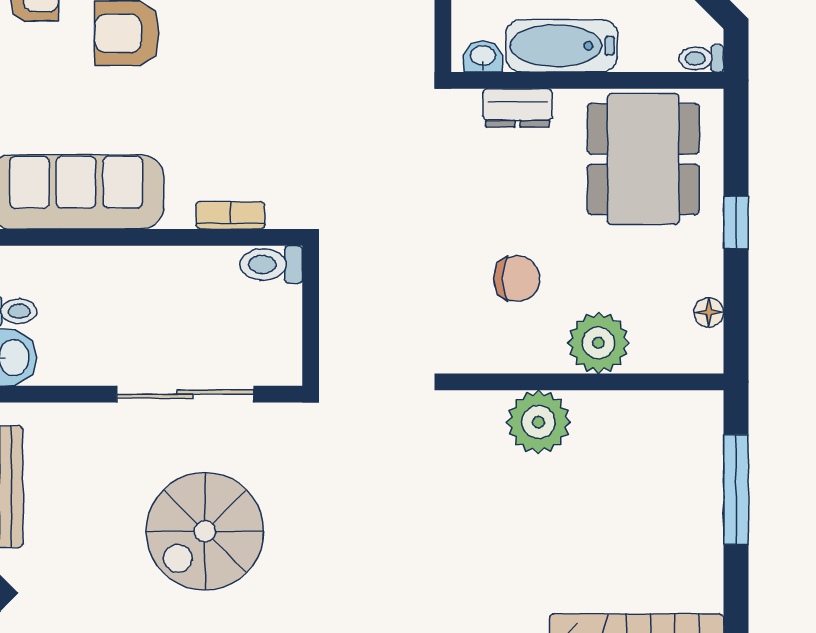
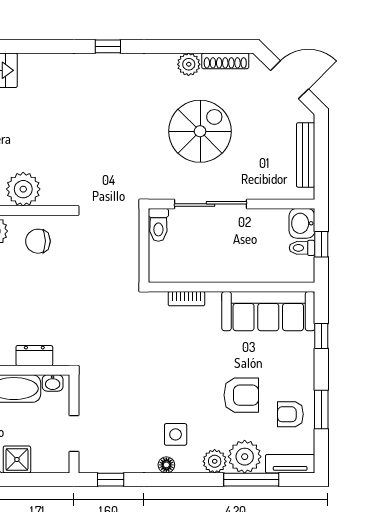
toilet: (271, 264) -> (158, 225), moved, turned 90
chair: (517, 279) -> (38, 241), moved

